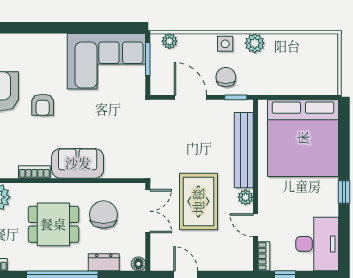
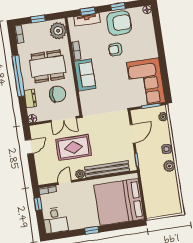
chair: (226, 77) -> (147, 152), removed
dining table: (53, 224) -> (48, 66), width x1.38
desk: (317, 244) -> (55, 220), width x0.73

